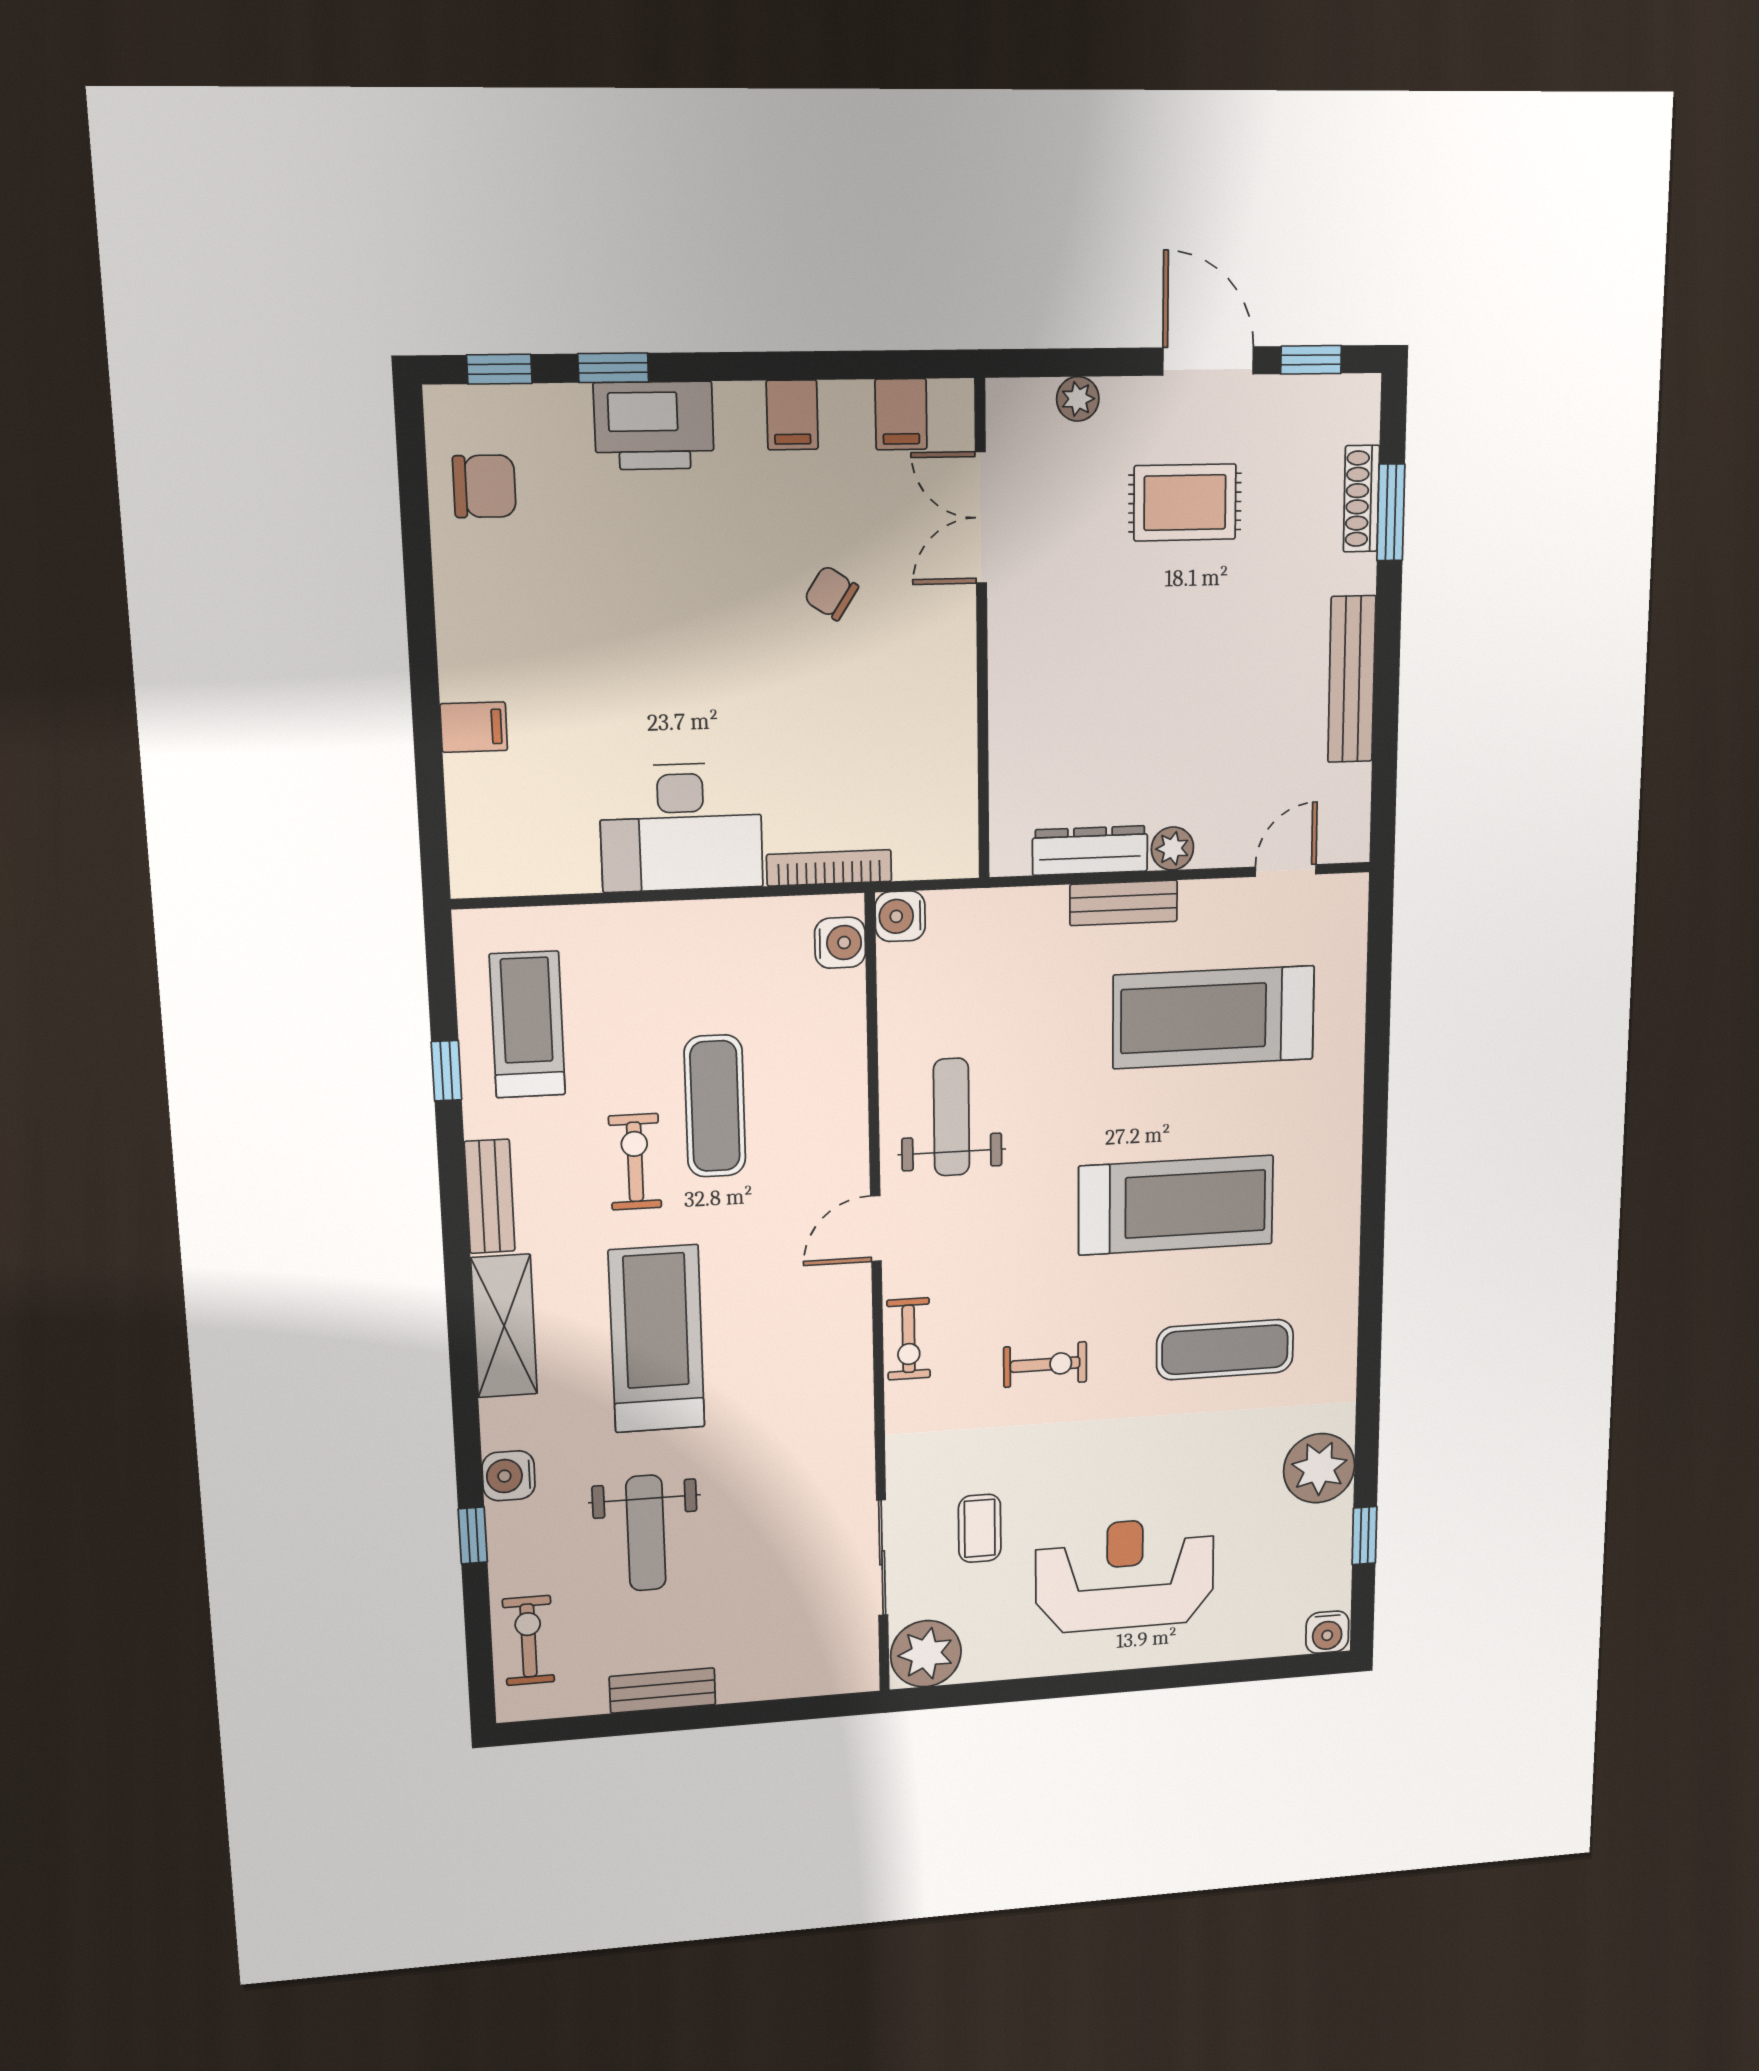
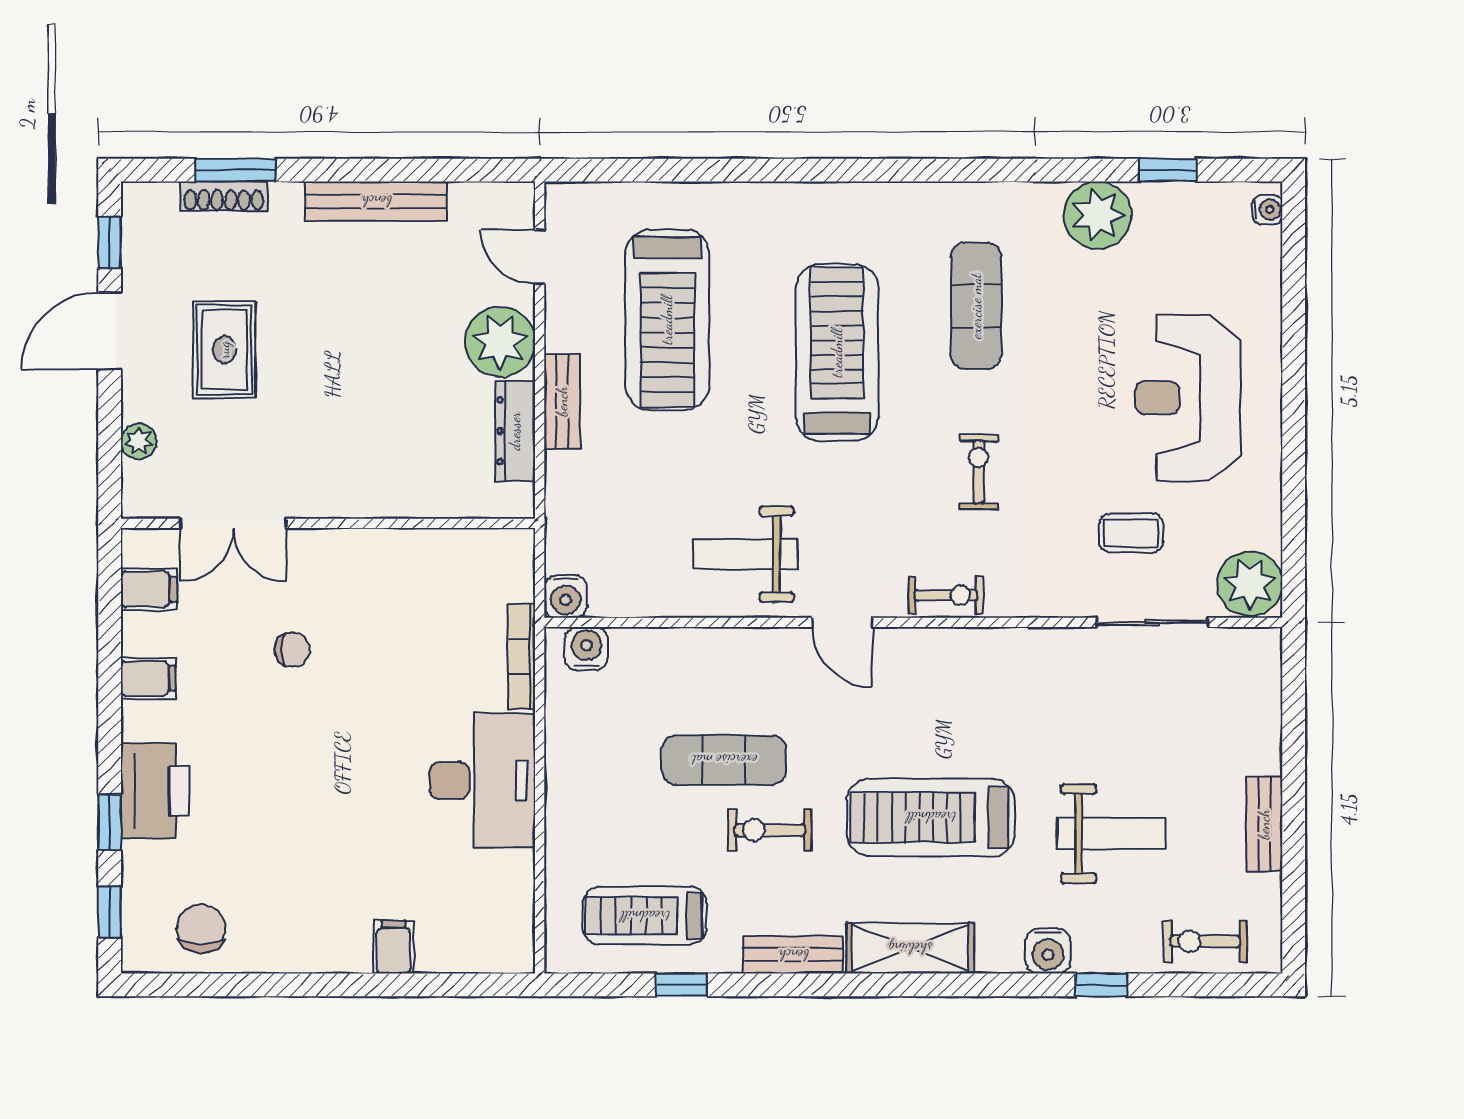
chair: (831, 593) -> (292, 650), turned -123
plant: (1172, 848) -> (500, 342), width x1.88, depth x1.88
water cooler: (1327, 1632) -> (1268, 210), width x0.72, depth x0.72

